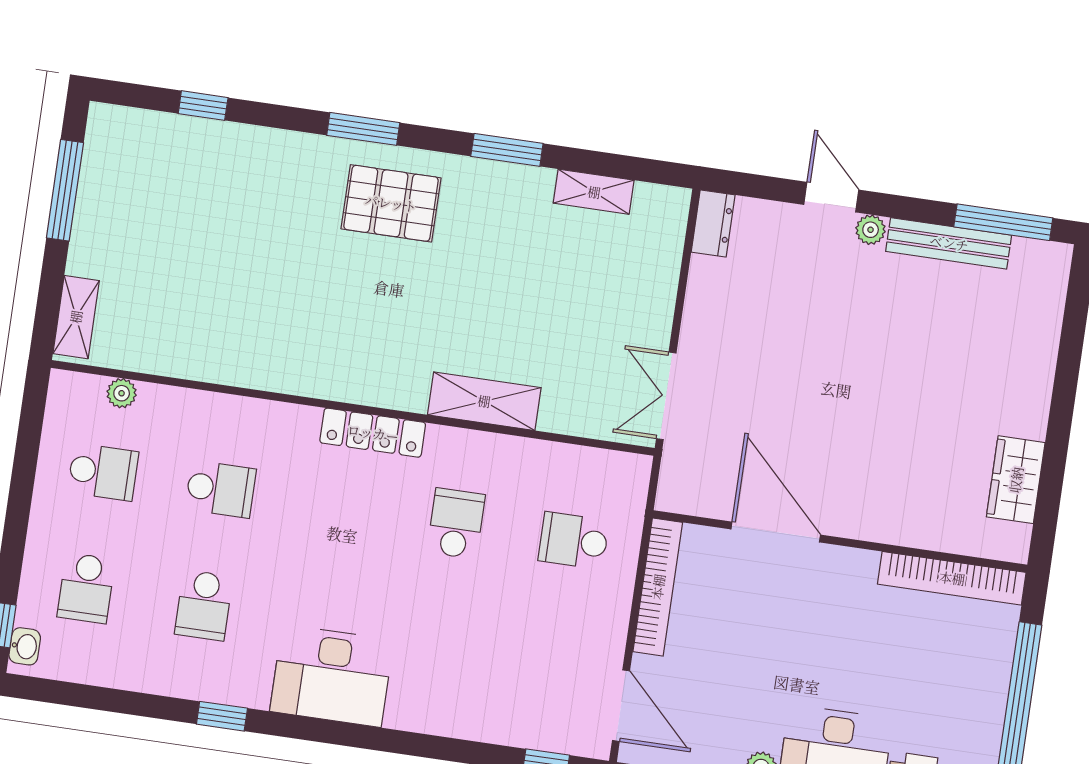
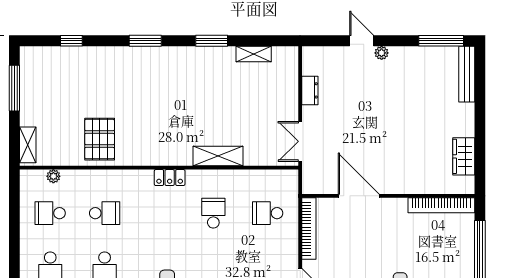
pallet: (391, 203) -> (100, 139), moved, turned 90
dresser: (713, 223) -> (310, 90), moved
bench: (949, 243) -> (467, 74), moved, turned 90
locker: (373, 433) -> (170, 178), width x0.66
school desk: (103, 472) -> (50, 213), turned 180

